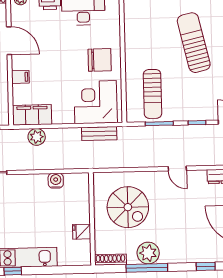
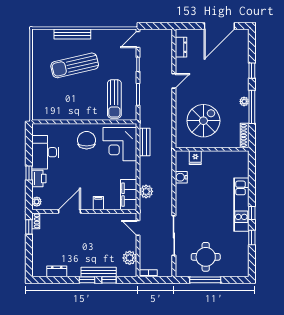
sun lounger: (153, 94) -> (114, 99), turned 90
fridge: (82, 232) -> (195, 158), moved
plant: (148, 253) -> (244, 101), width x0.53, depth x0.53
window: (206, 266) -> (252, 71), moved

